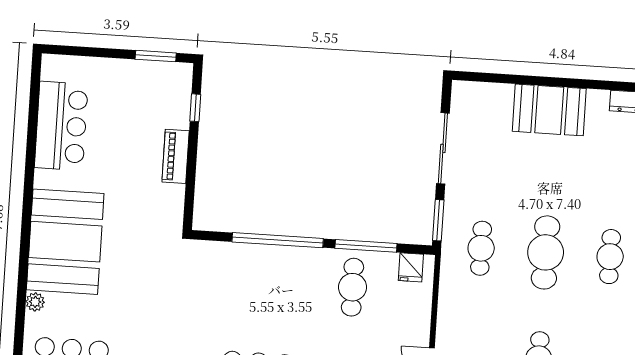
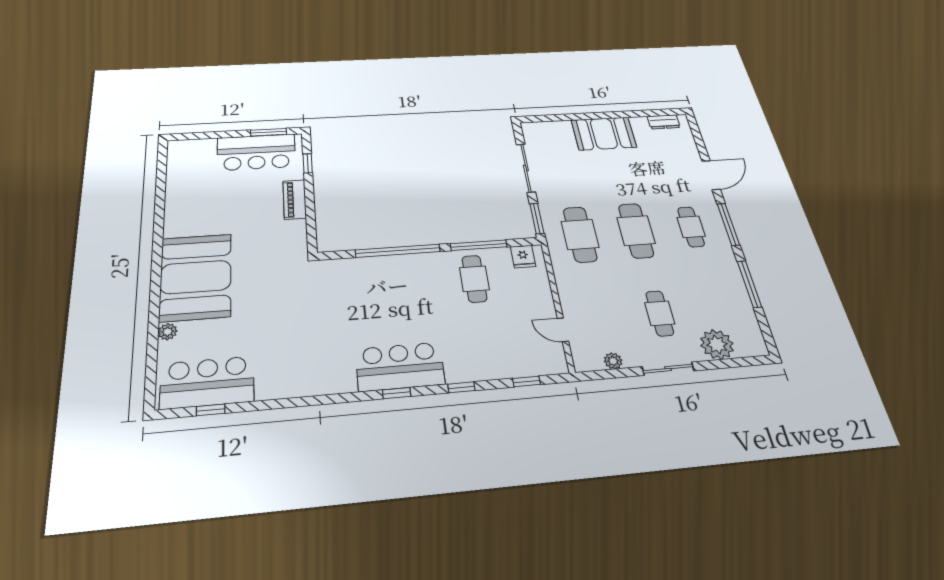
bar counter: (61, 126) -> (256, 152), moved, turned 90
cafe table: (481, 248) -> (580, 234), width x1.37, depth x1.35

